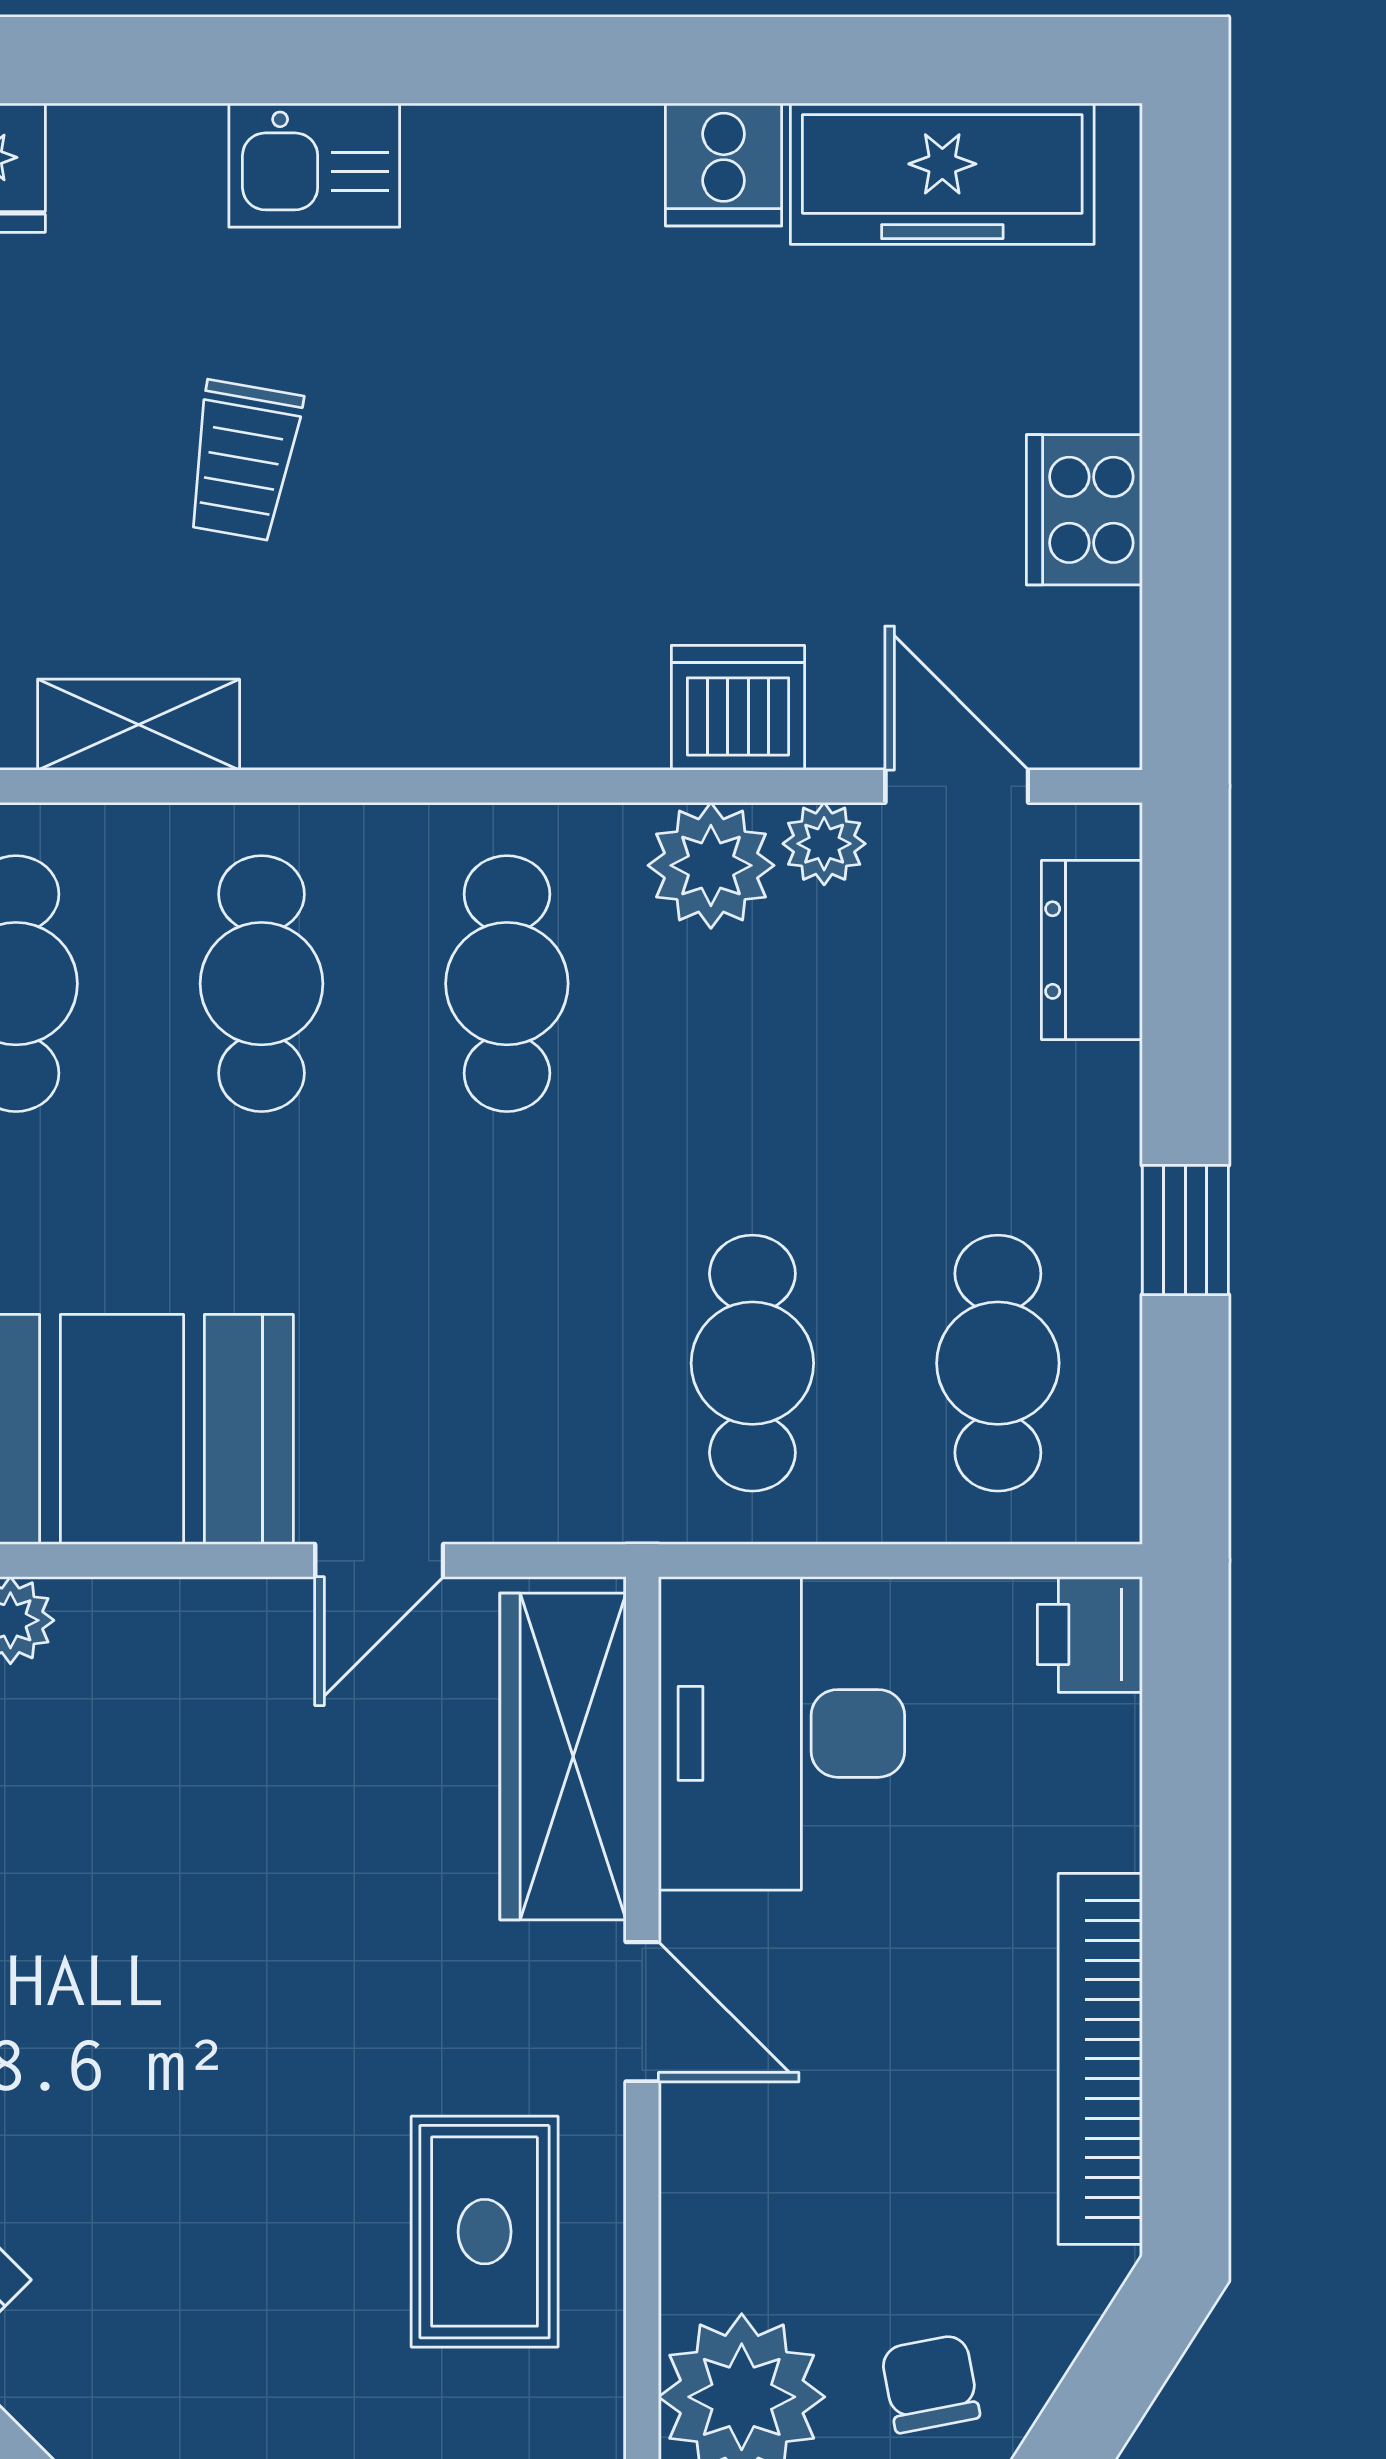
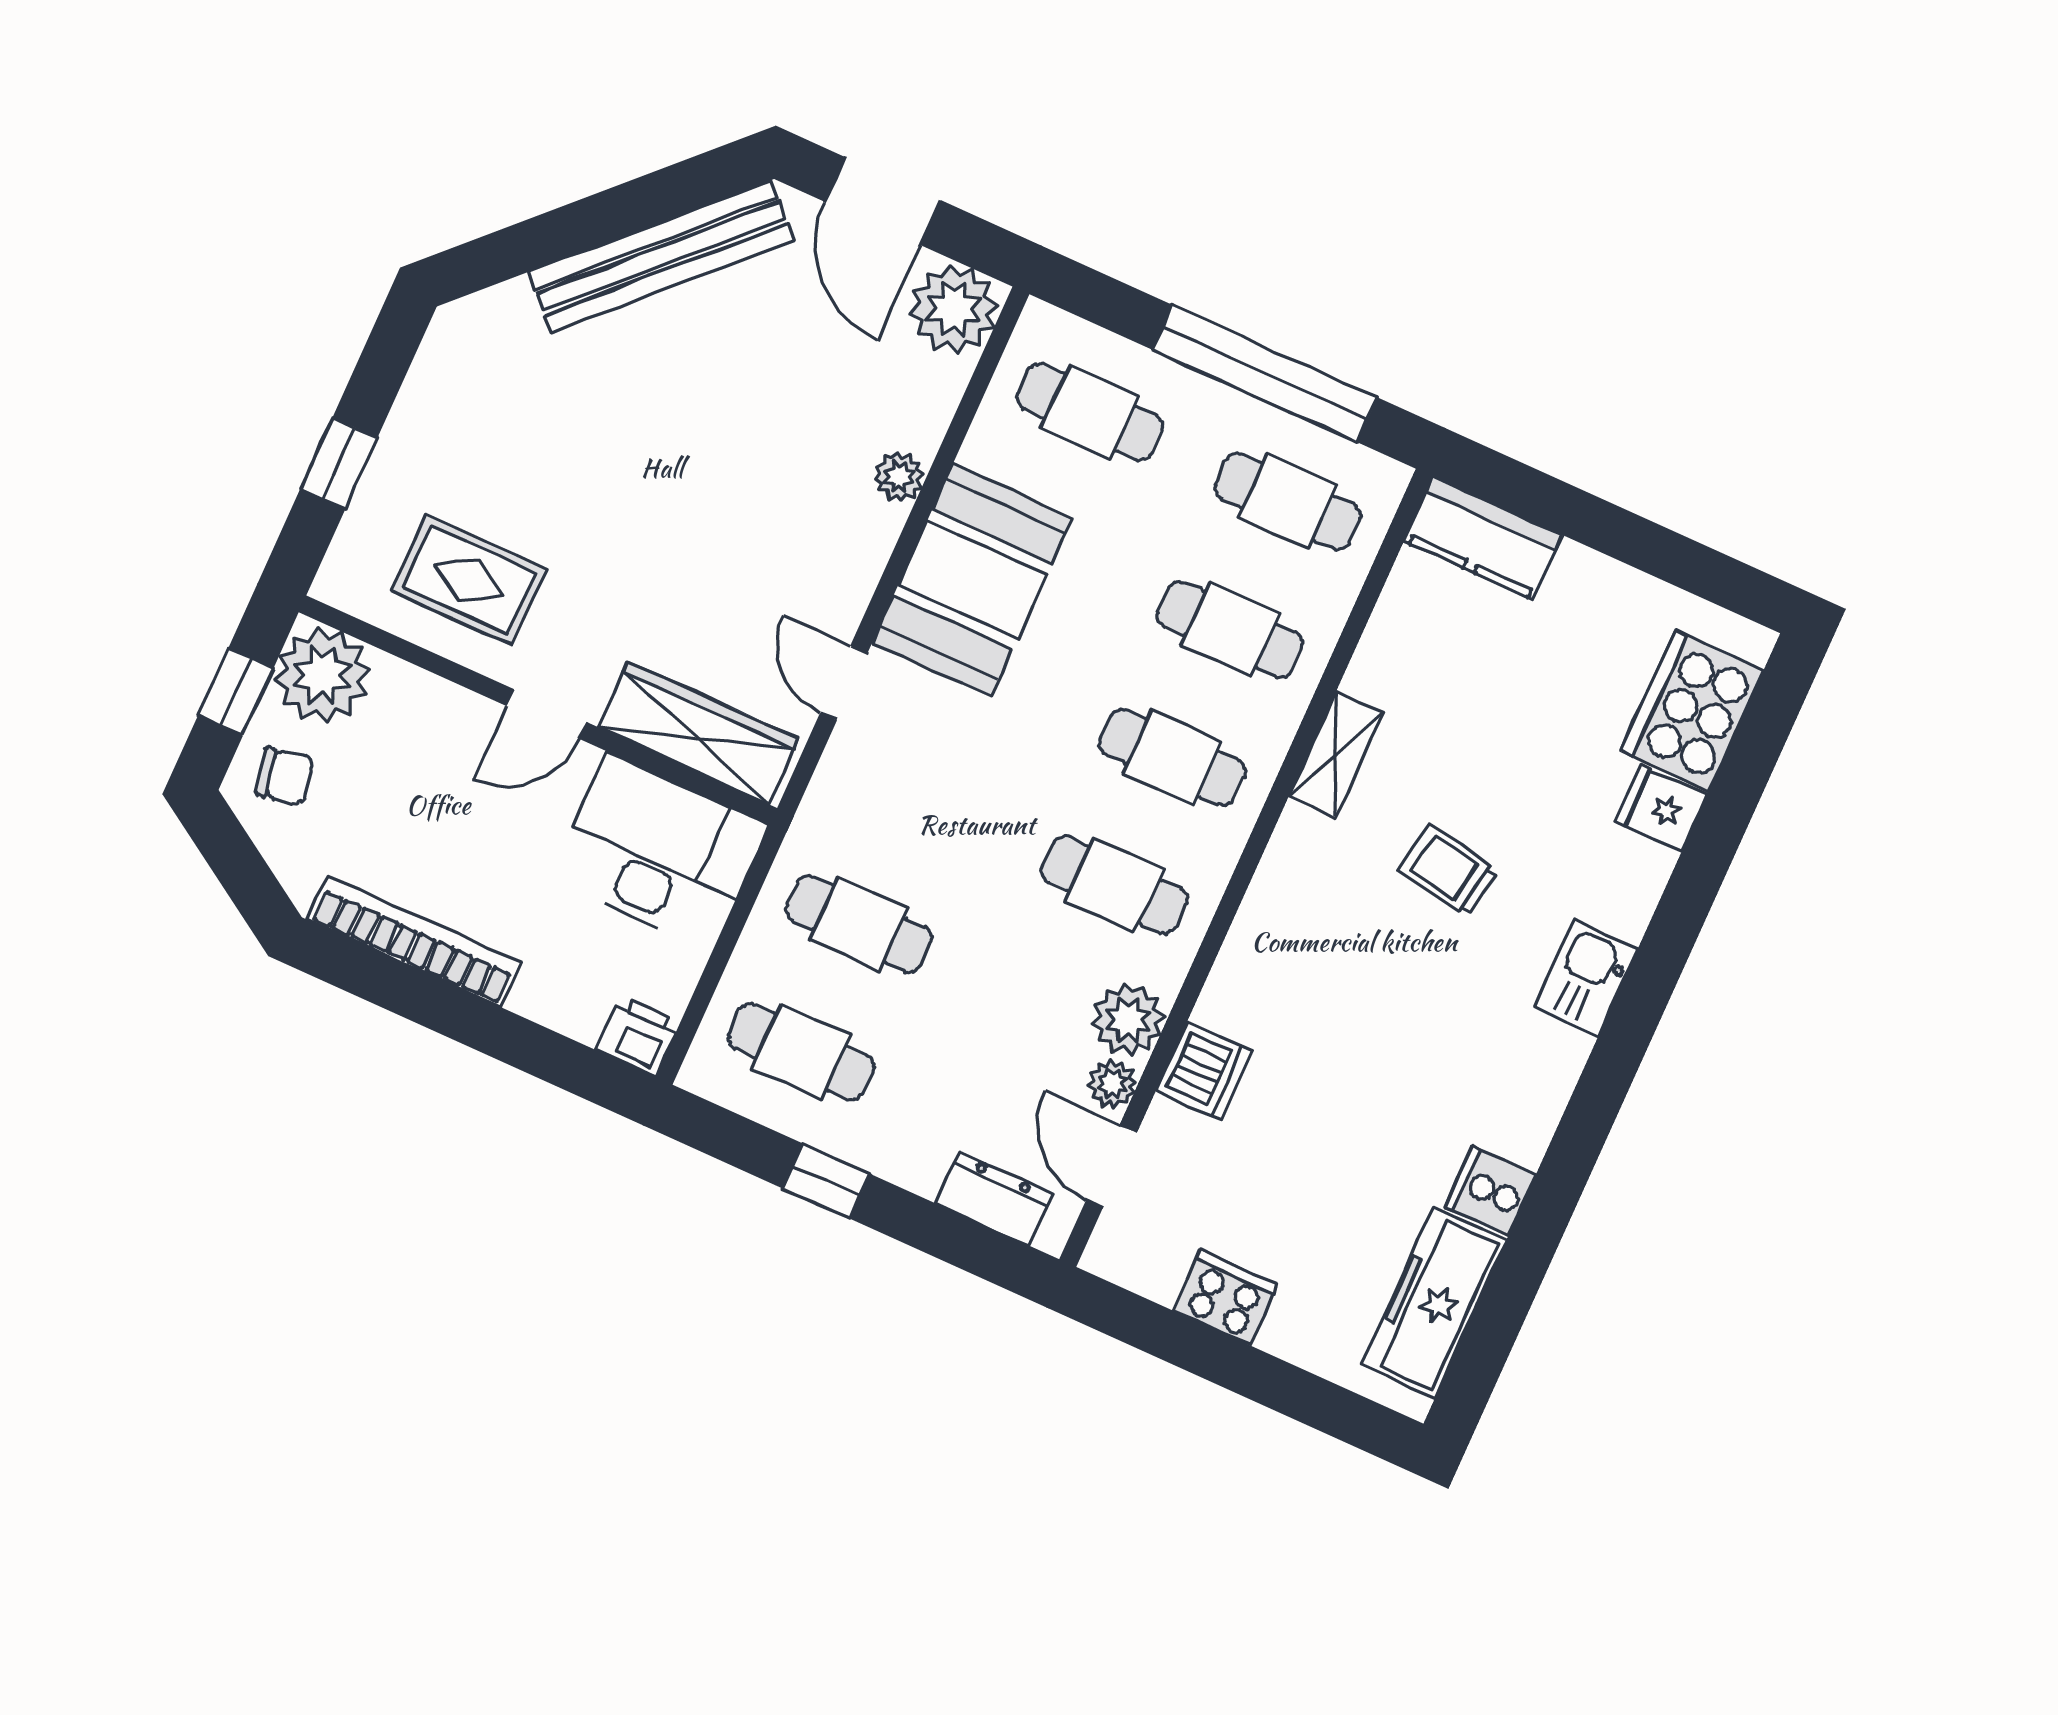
door: (957, 786) -> (1111, 1166), swing flipped

